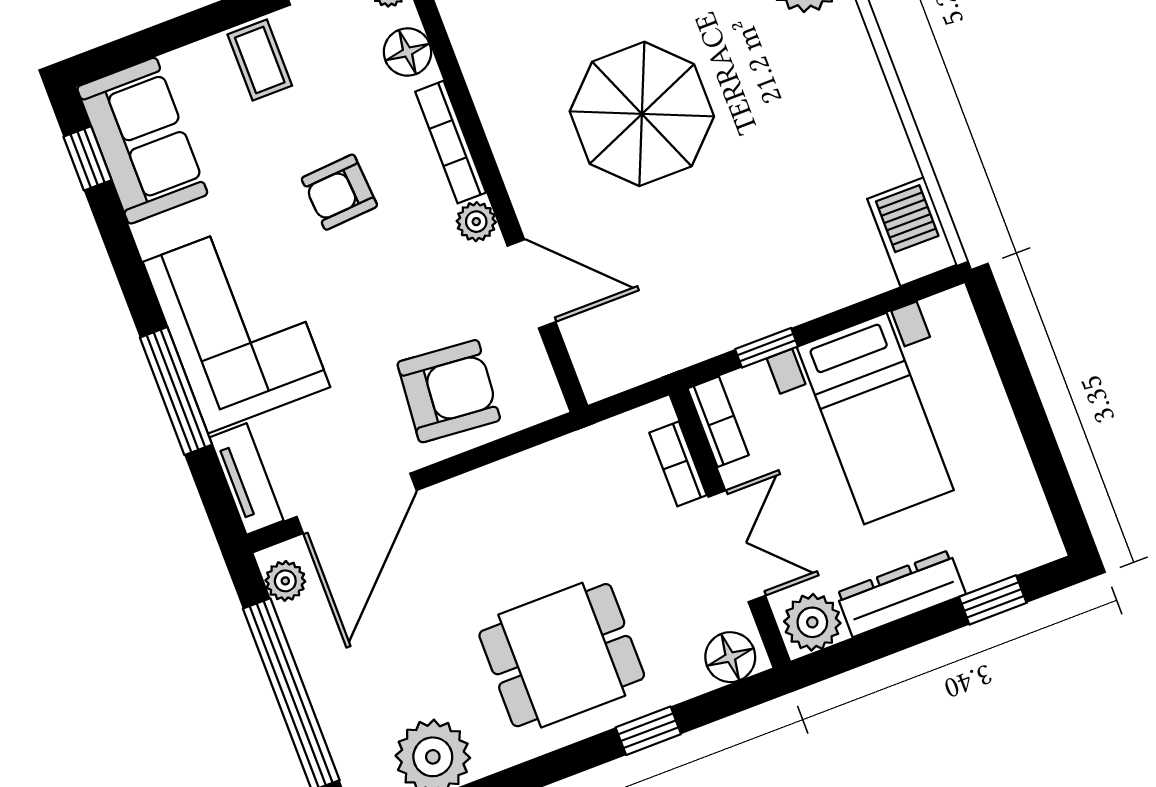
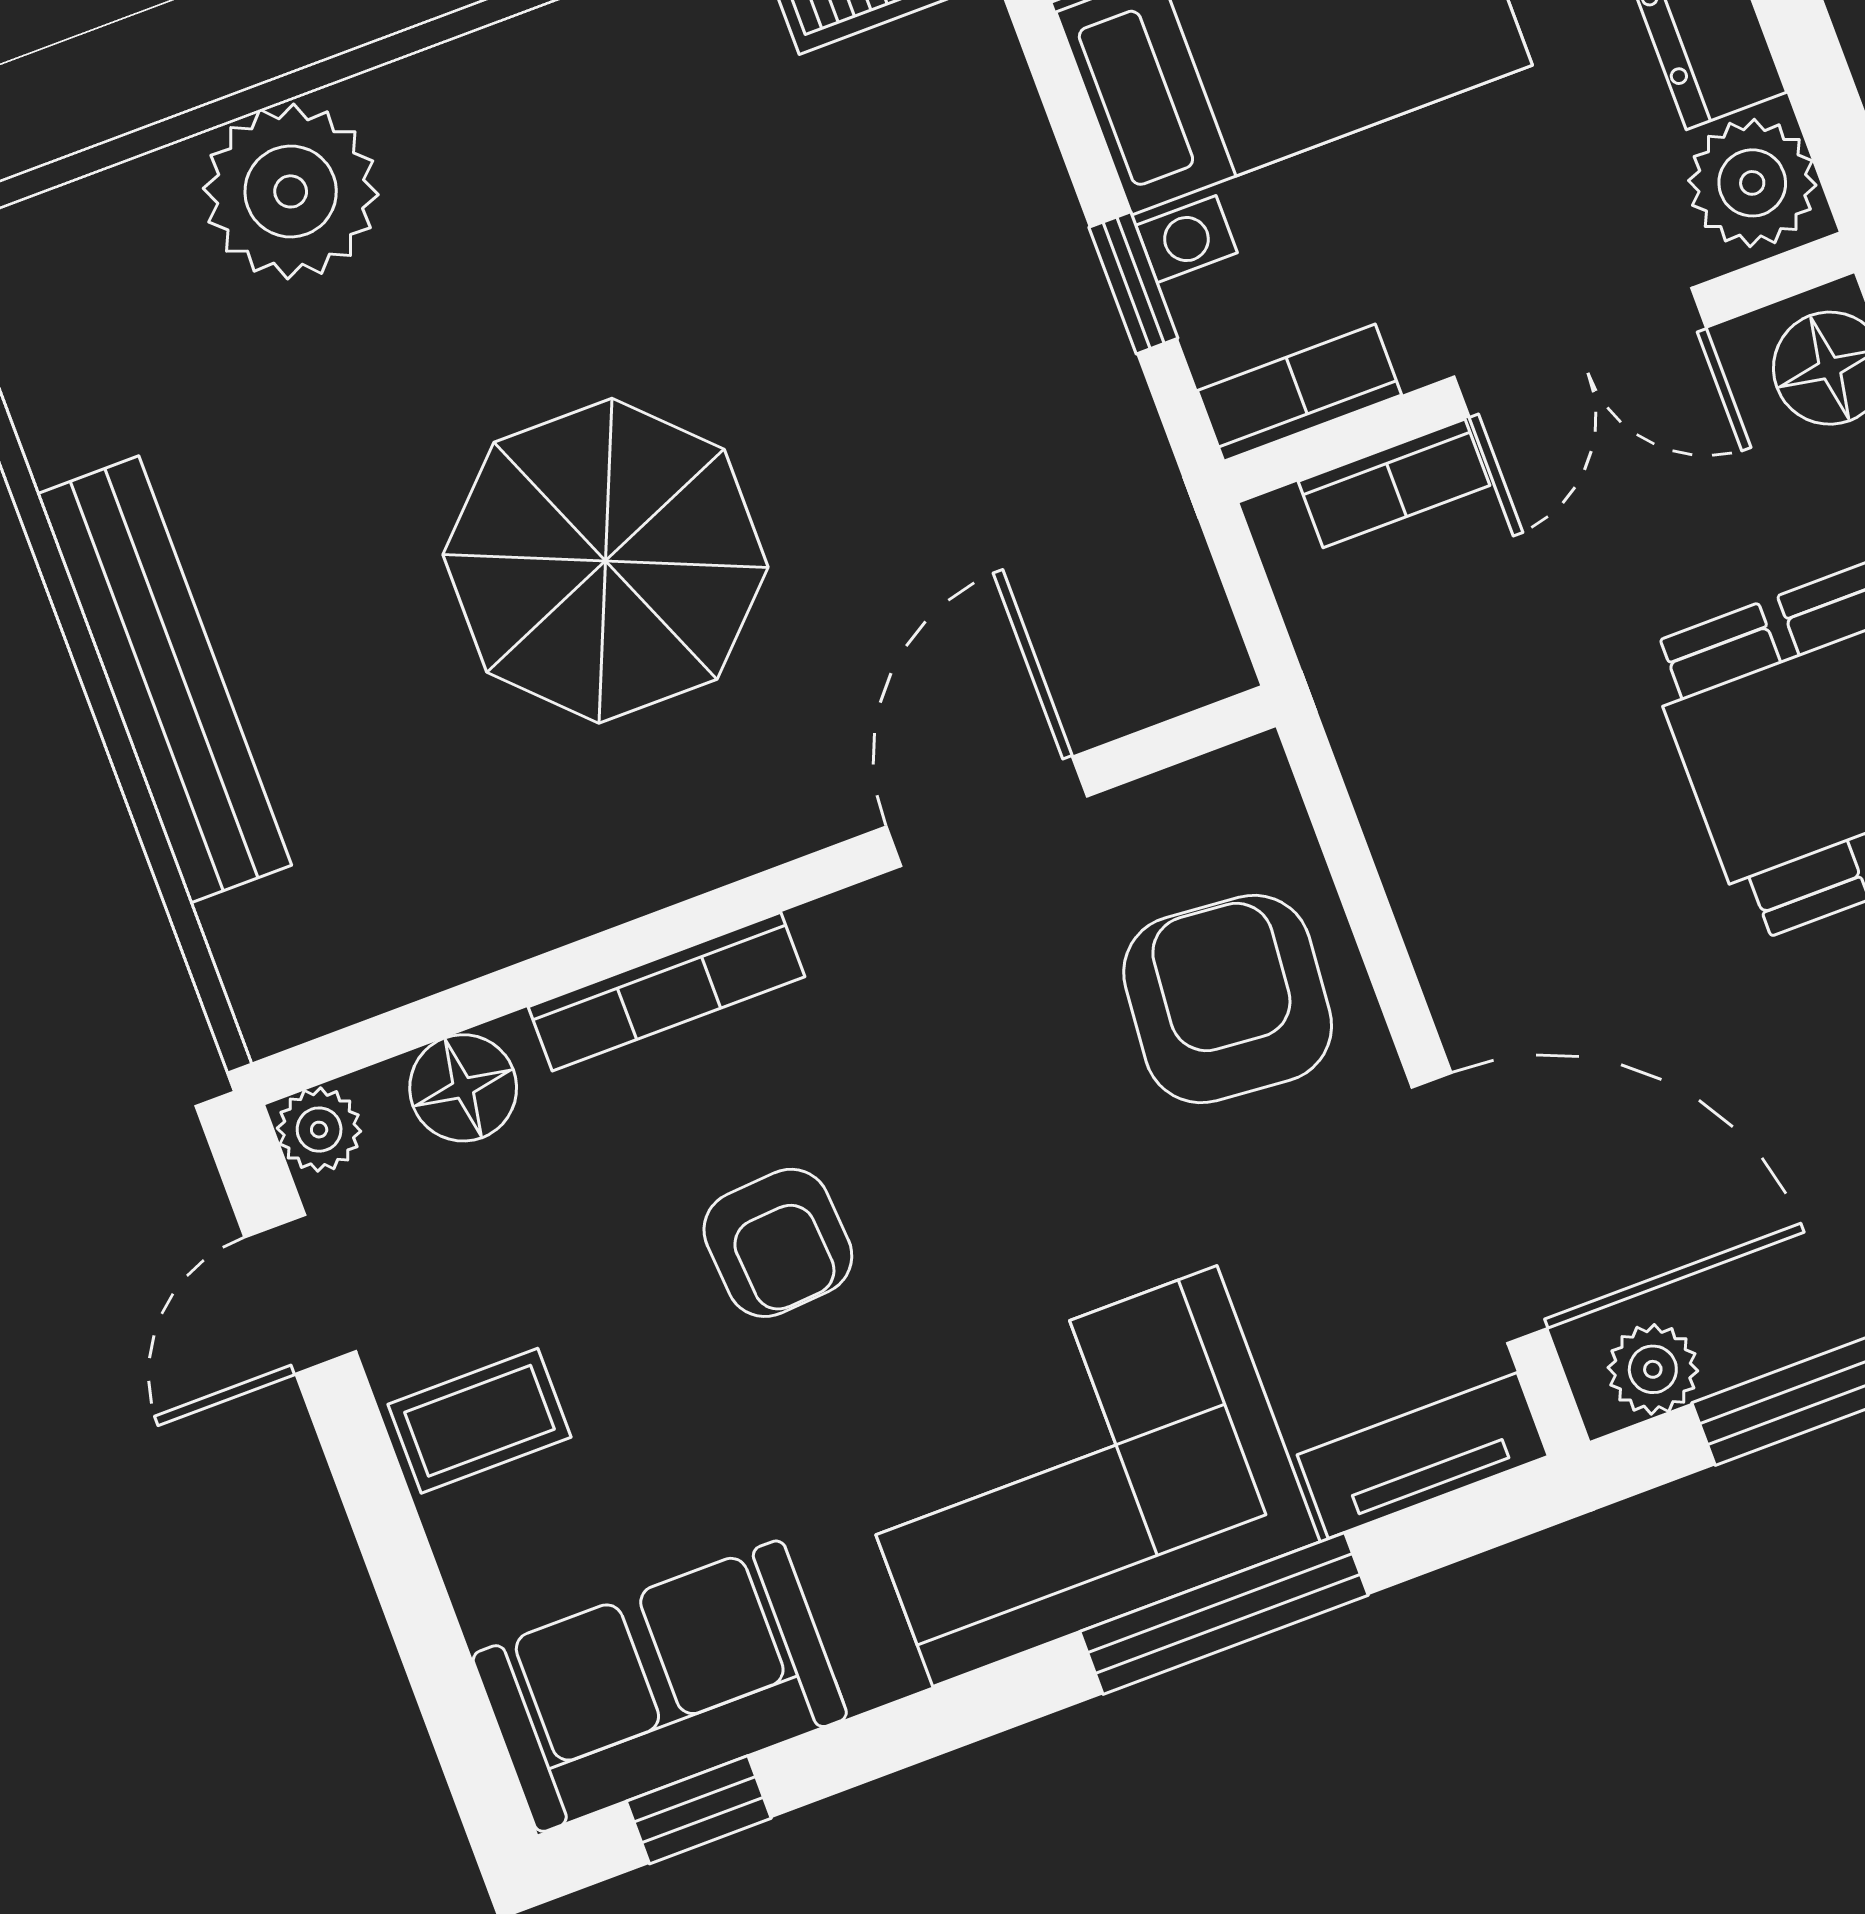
plant: (476, 222) -> (846, 935), removed
double door: (737, 546) -> (1580, 352), swing flipped

